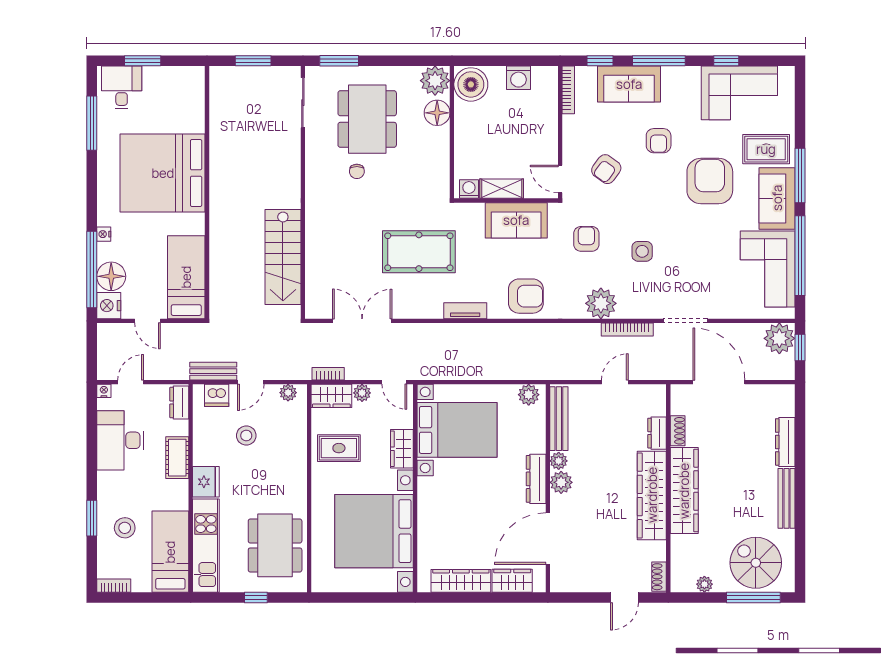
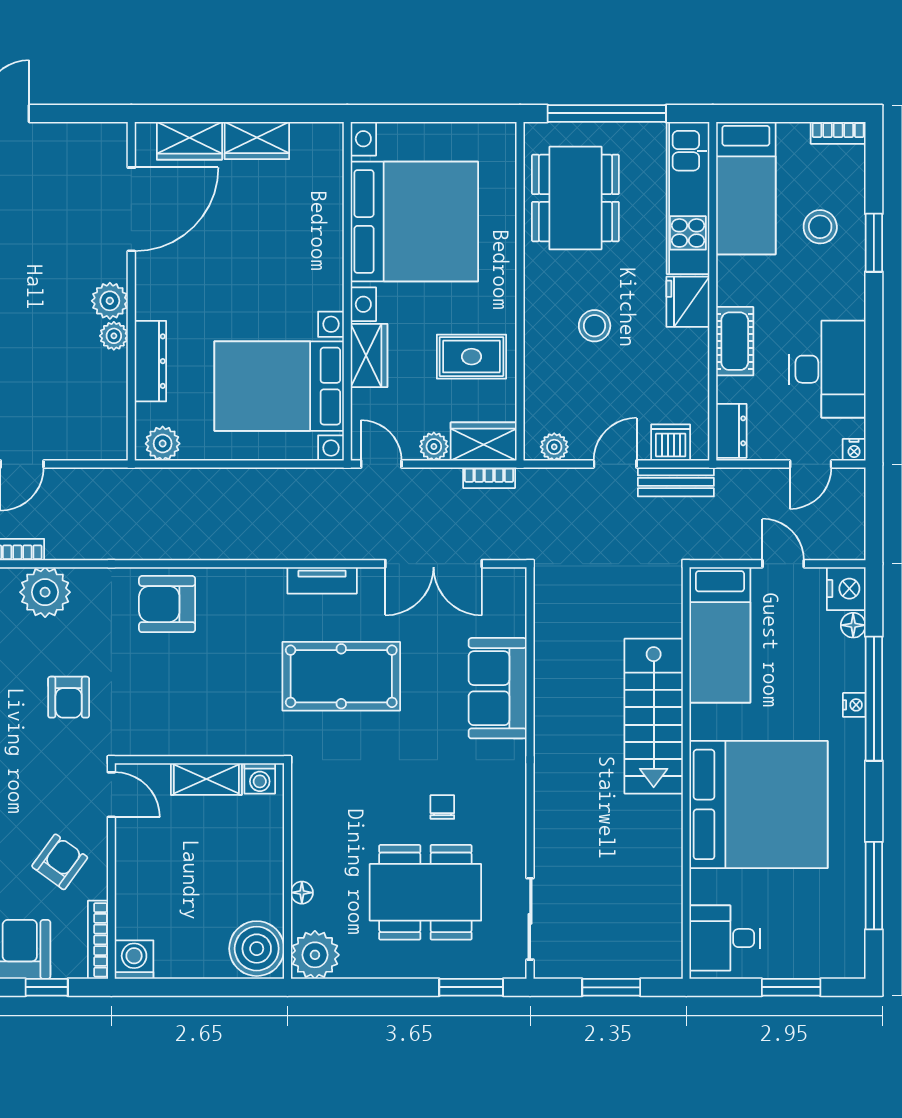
washing machine: (518, 78) -> (134, 960), moved
desk: (122, 87) -> (725, 938), moved, turned 90
floor lamp: (437, 113) -> (302, 893), width x0.53, depth x0.53
dining table: (367, 119) -> (425, 892), turned 90
armchair: (606, 169) -> (60, 862), moved
sofa: (516, 220) -> (498, 688), moved, turned -90
stairs: (283, 257) -> (654, 716), moved, turned 180
window: (92, 269) -> (874, 699), moved
floor lamp: (111, 276) -> (853, 625), width x0.53, depth x0.53
tv unit: (465, 311) -> (322, 580), moved
bench: (559, 419) -> (113, 405), removed
stool: (246, 436) -> (595, 326), moved
dresser: (536, 479) -> (150, 361), moved
wardrobe: (461, 581) -> (257, 140), width x0.67
window: (256, 597) -> (607, 113), width x3.17

